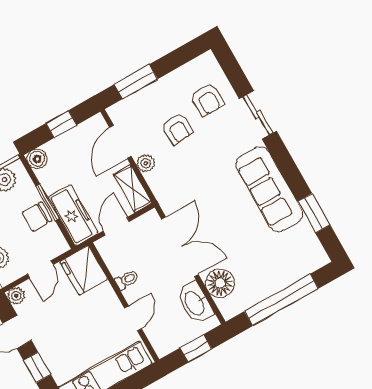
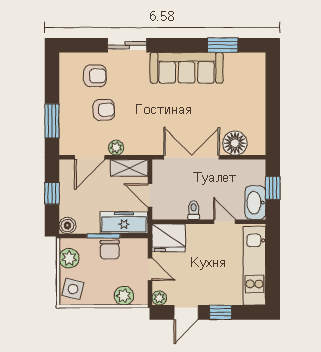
door: (120, 142) -> (90, 157), hinge flipped
window: (281, 300) -> (273, 105), removed
washbasin: (195, 303) -> (255, 203), moved, turned 90

